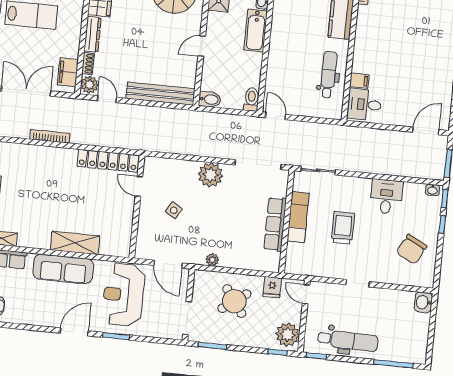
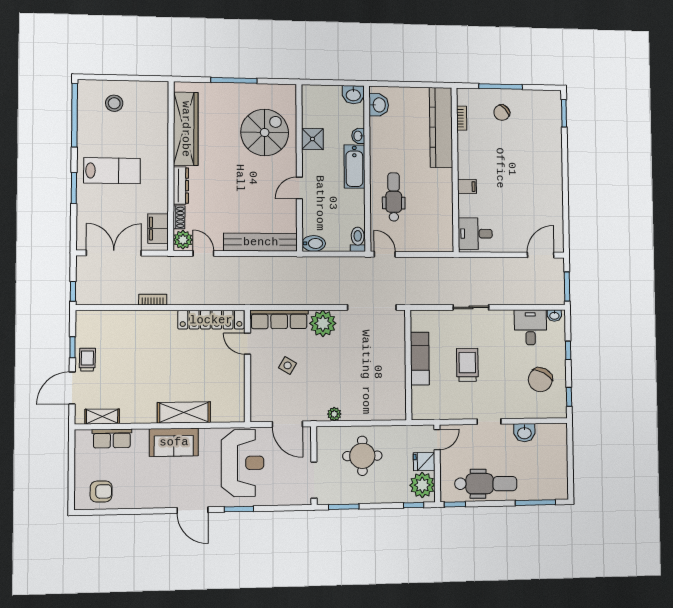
dental chair: (329, 75) -> (394, 197), moved
filing cabinet: (359, 81) -> (467, 186), moved
bookcase: (50, 136) -> (153, 300), width x0.64
sliding door: (318, 171) -> (471, 307), moved
desk: (386, 197) -> (530, 327), moved
window: (445, 199) -> (569, 397), moved
row of seats: (275, 224) -> (279, 319), moved, turned -90
sofa: (63, 269) -> (174, 442), width x0.73
fridge: (272, 287) -> (424, 462), moved, turned 90
door: (306, 294) -> (437, 440), swing flipped
reception desk: (123, 295) -> (243, 463), turned 180
round table: (234, 301) -> (362, 456), turned 36
washbasin: (423, 302) -> (524, 433), moved, turned -90
door: (74, 332) -> (193, 510), swing flipped

